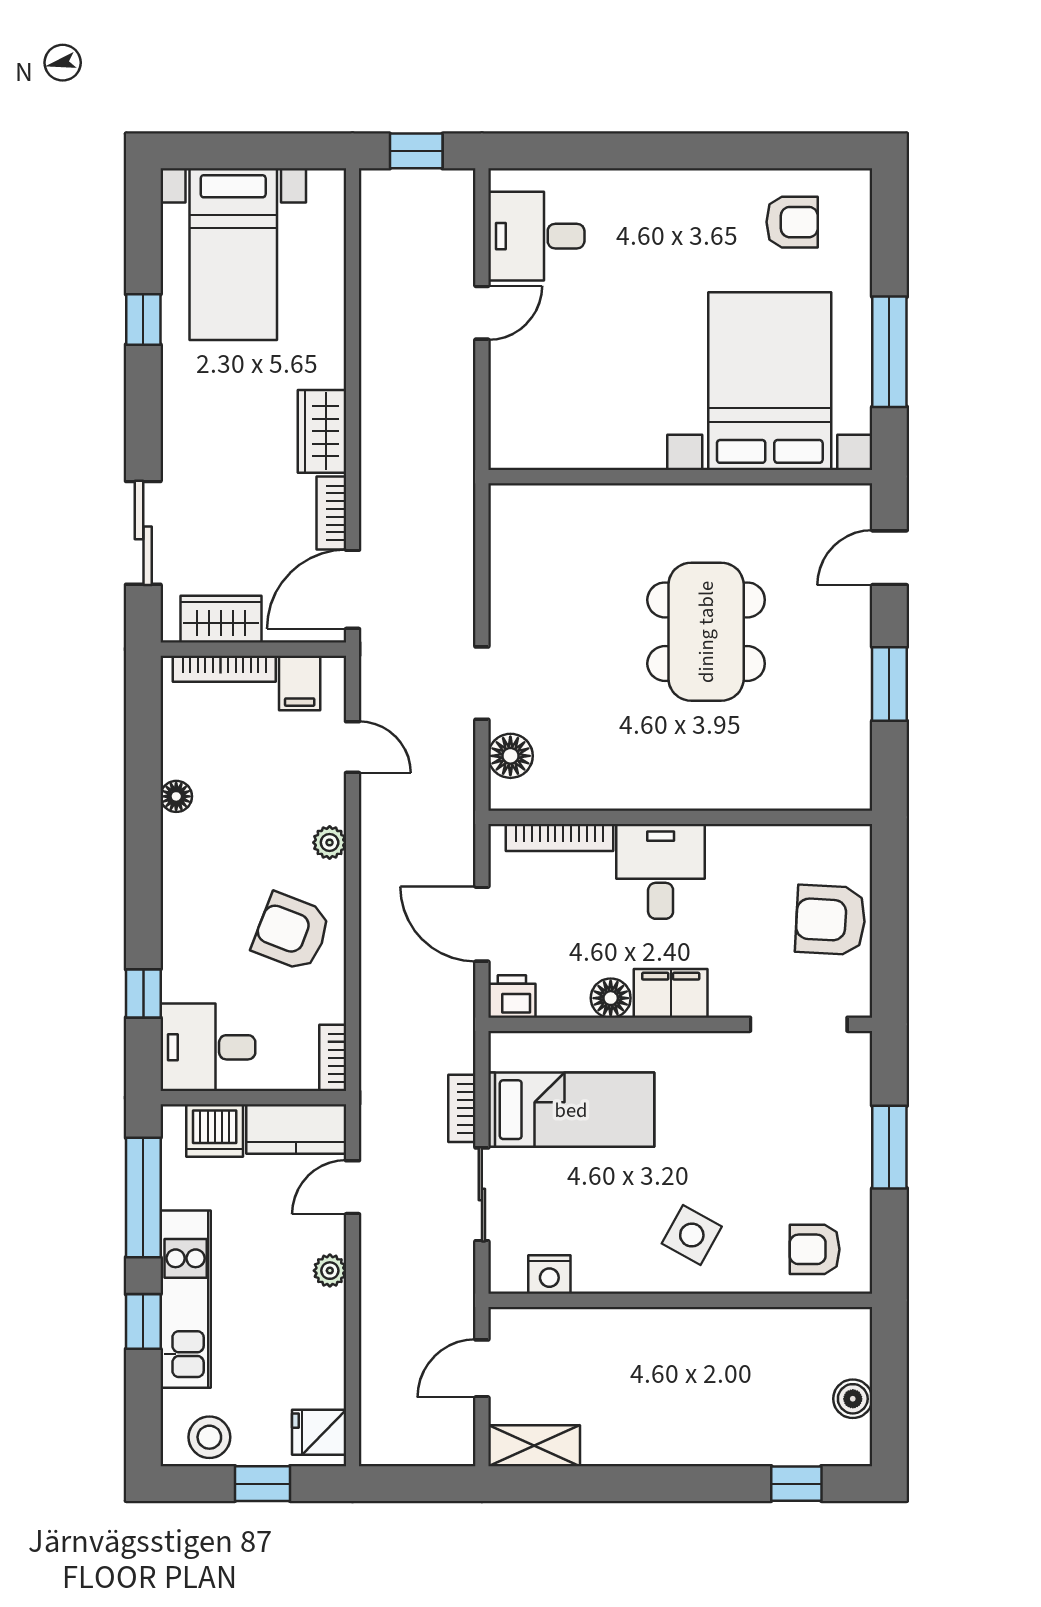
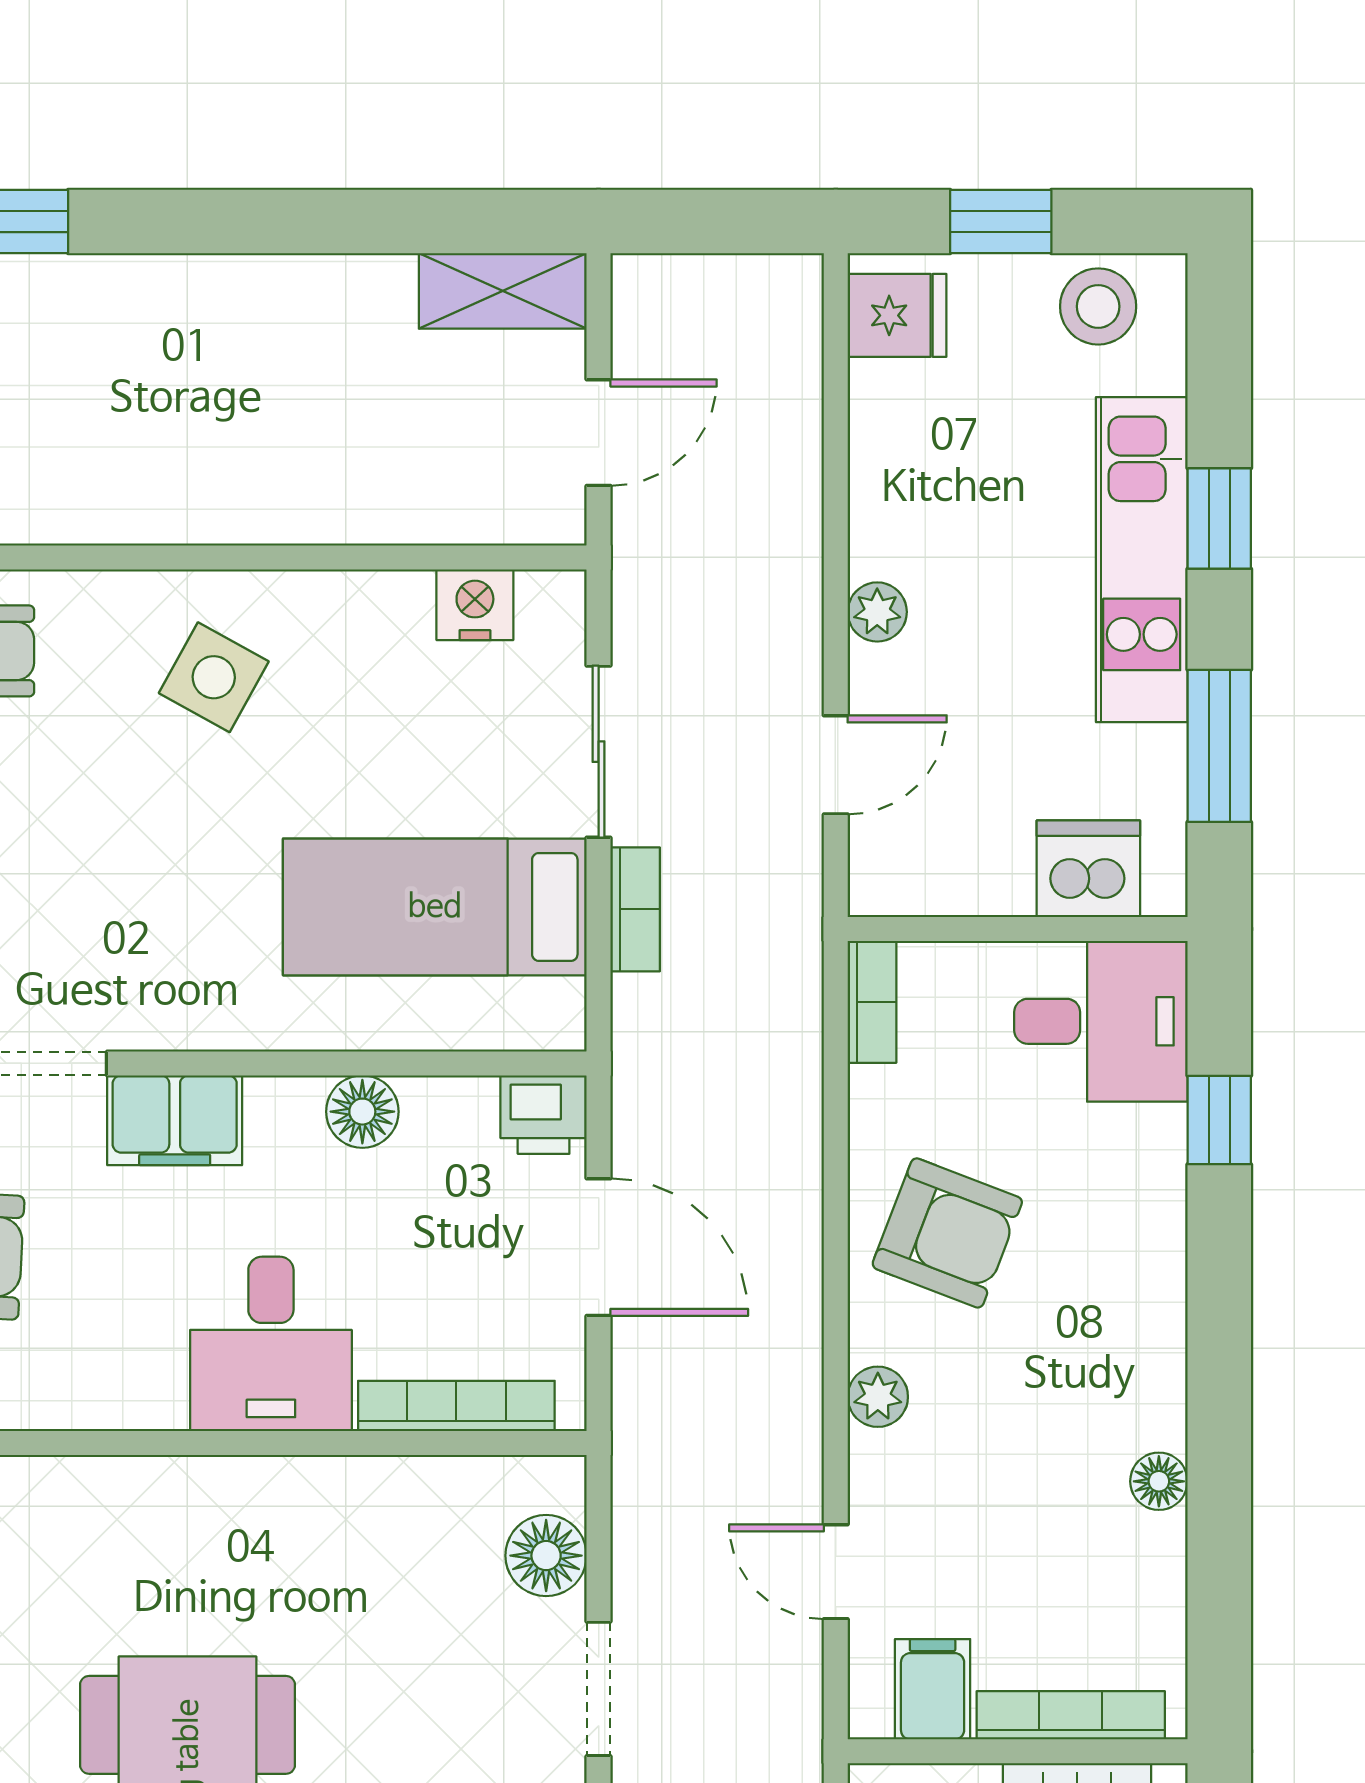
filing cabinet: (671, 993) -> (175, 1120), moved
kitchen counter: (296, 1129) -> (939, 872), removed
window: (143, 1198) -> (1219, 746), width x0.69

